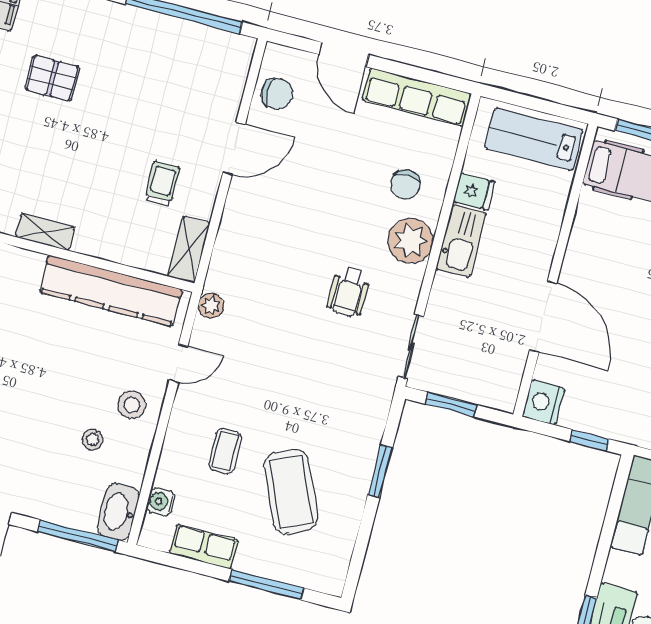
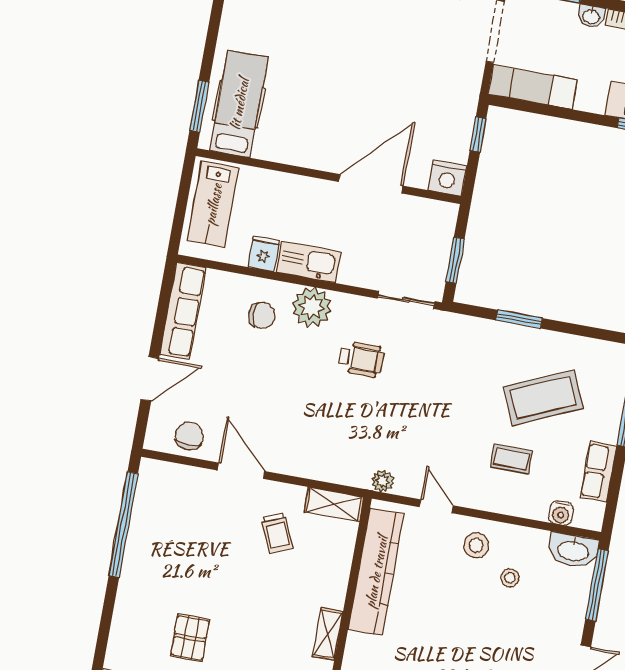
trolley: (162, 184) -> (277, 533), turned -113

